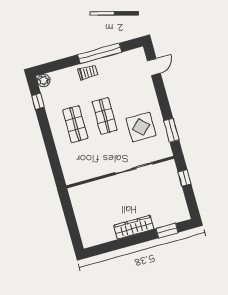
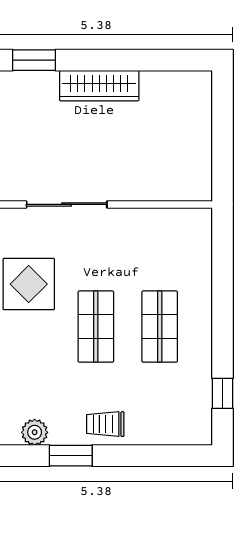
window: (100, 53) -> (71, 456), width x0.47
plant: (44, 80) -> (35, 432), moved

